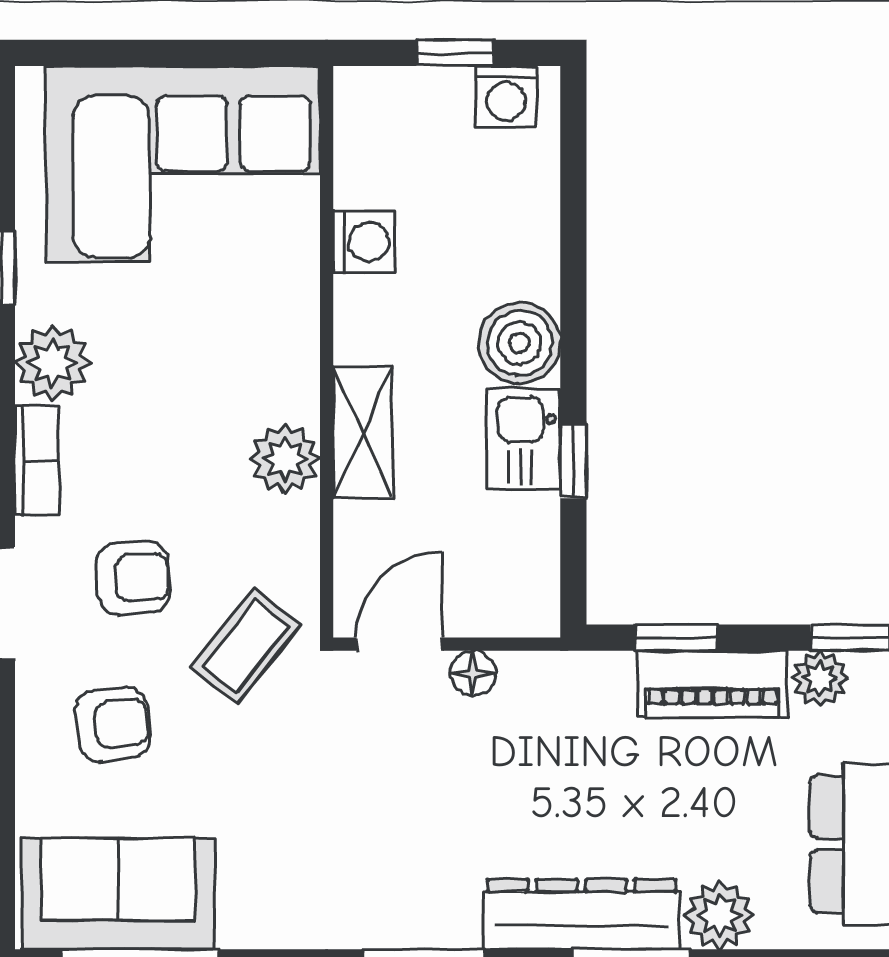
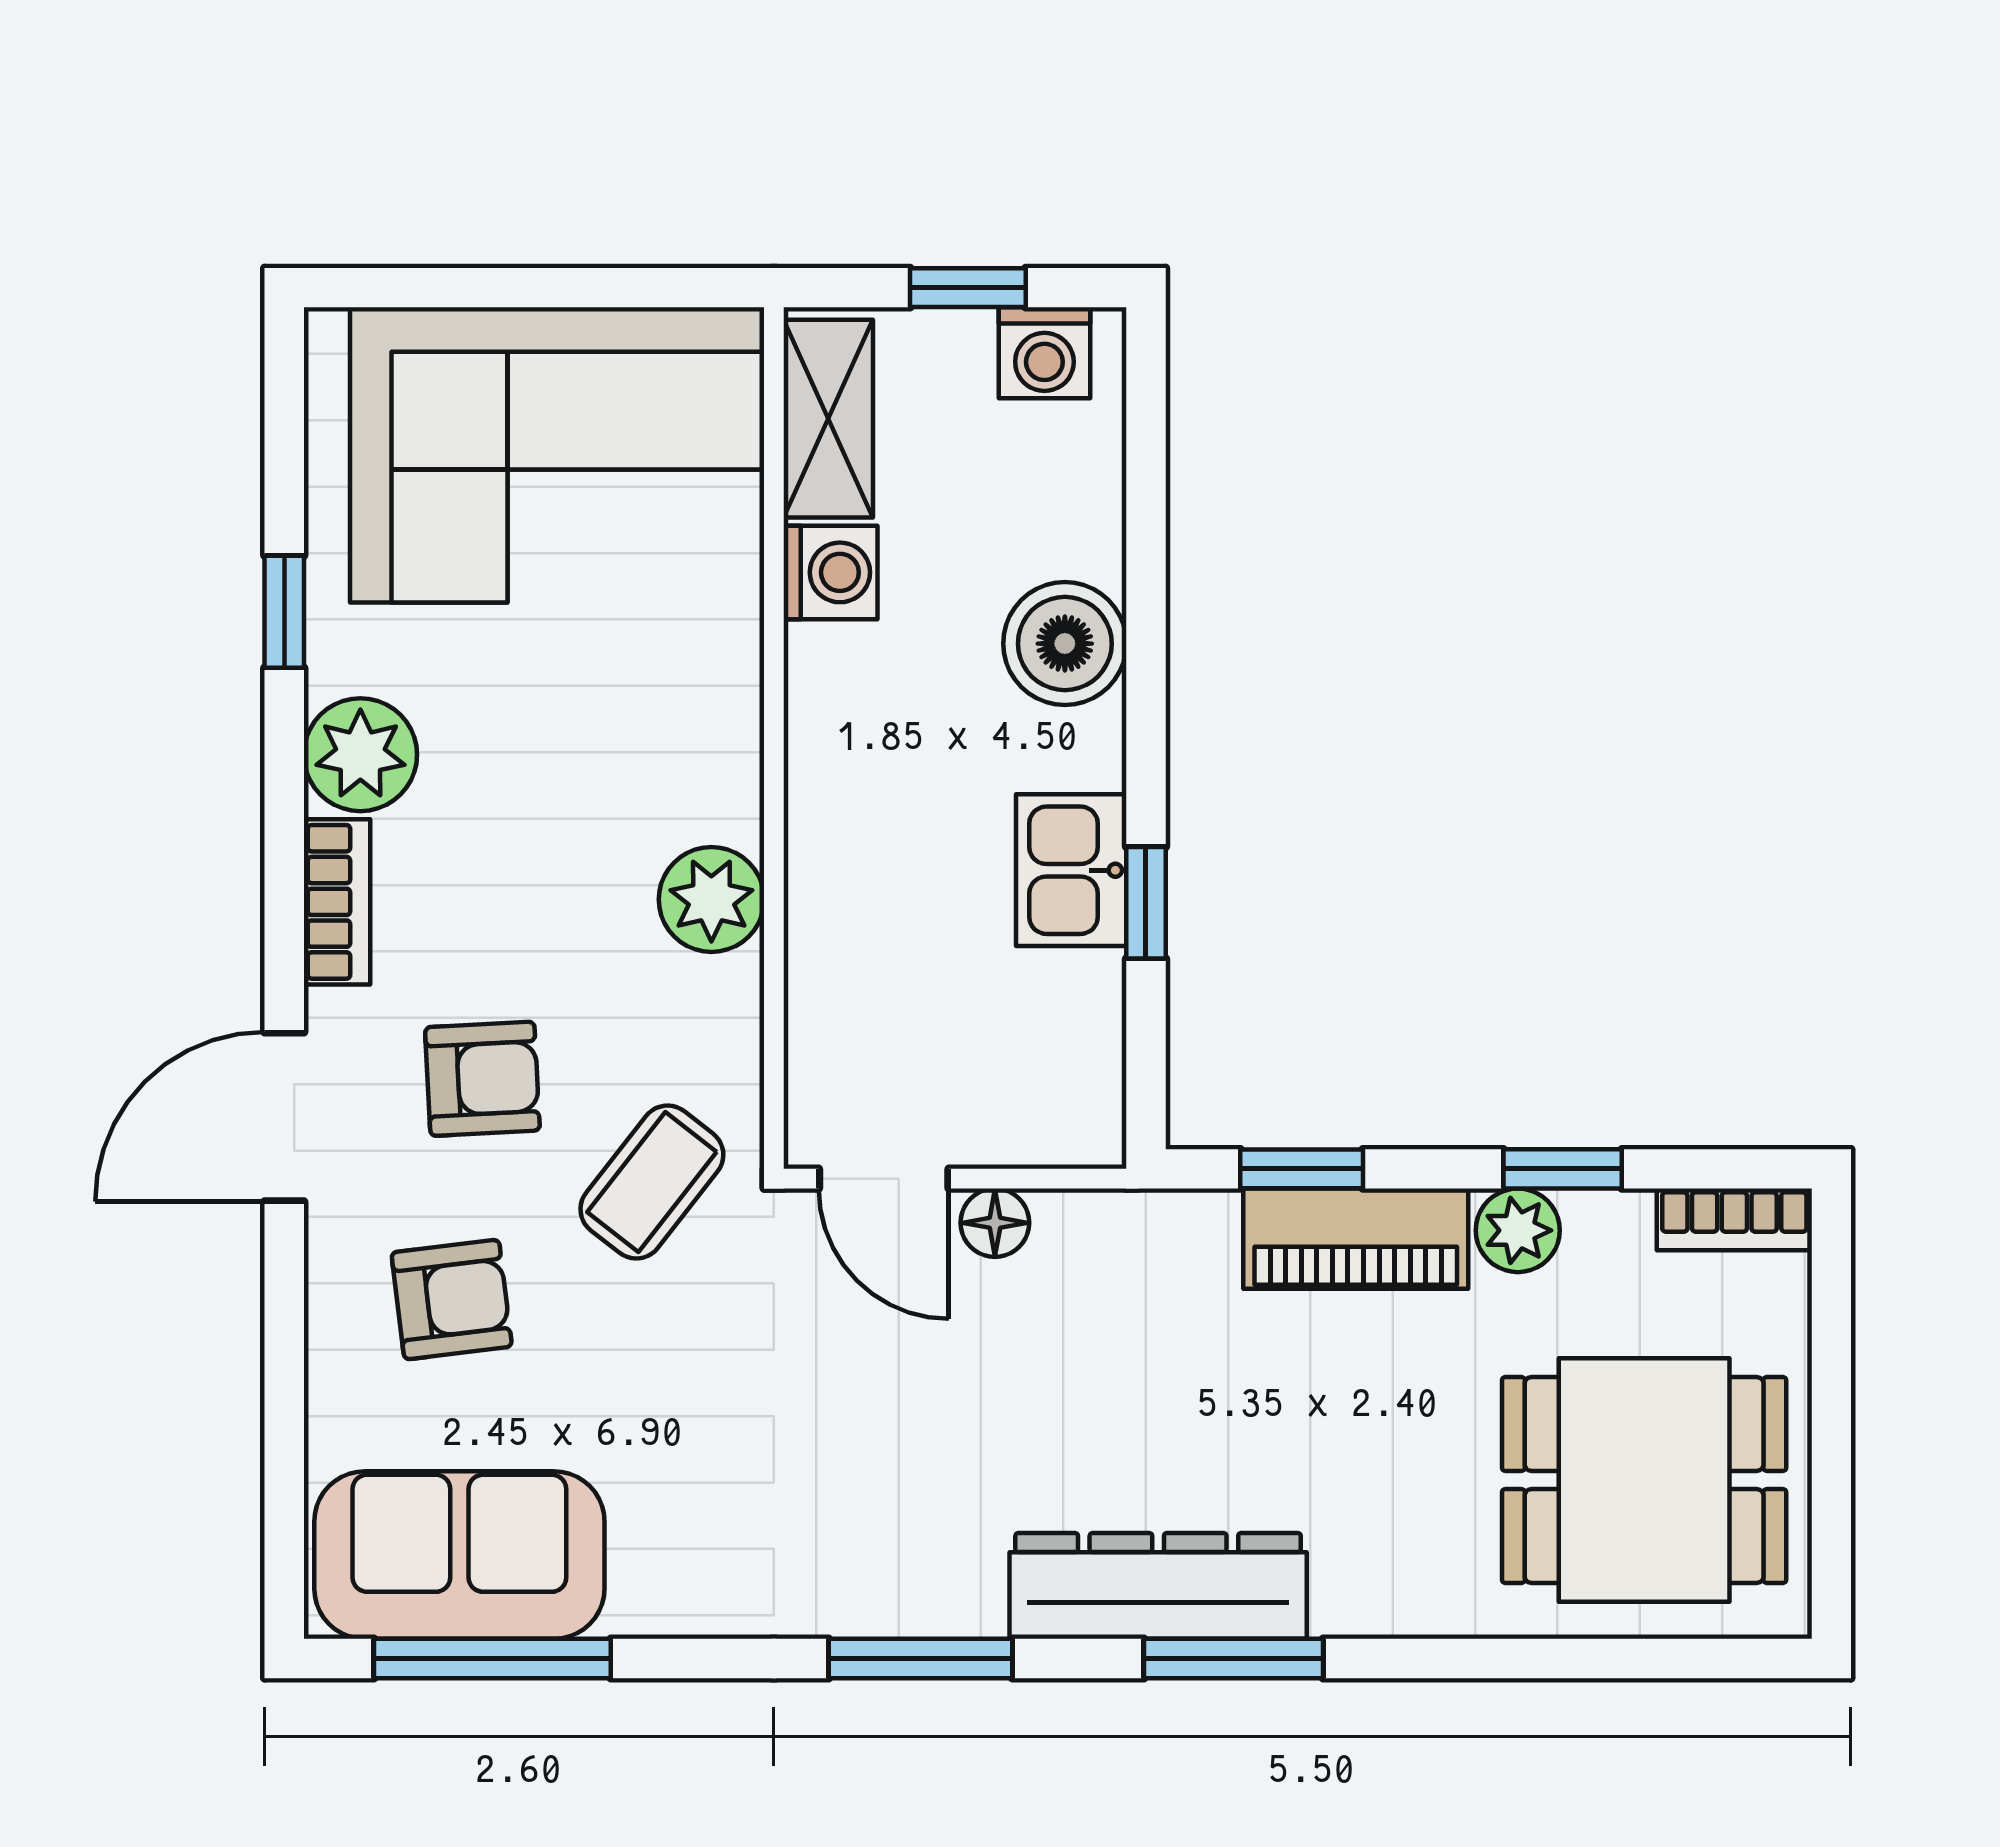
boiler: (520, 343) -> (1065, 644), moved
shelving: (363, 432) -> (828, 419), moved
door: (399, 644) -> (884, 1179), swing flipped
plant: (719, 915) -> (1366, 1587), removed

